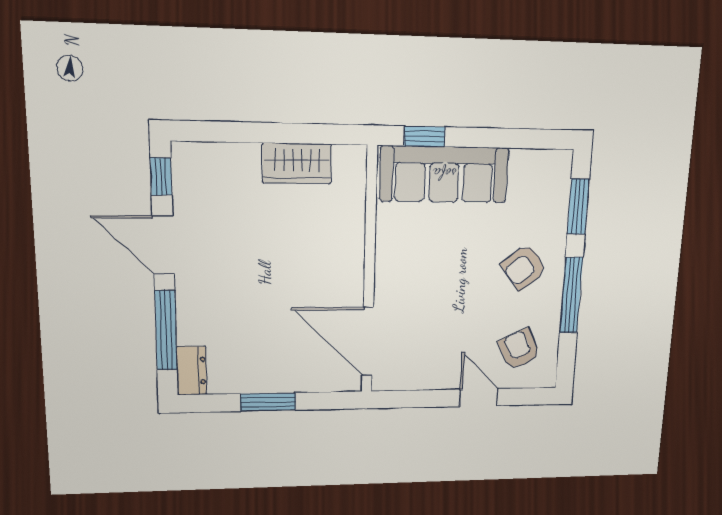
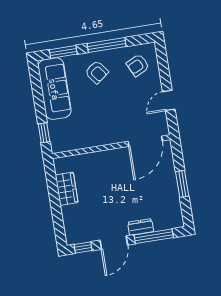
sofa: (444, 174) -> (54, 89), moved
dresser: (191, 371) -> (141, 227), moved
door: (479, 398) -> (169, 100), moved

